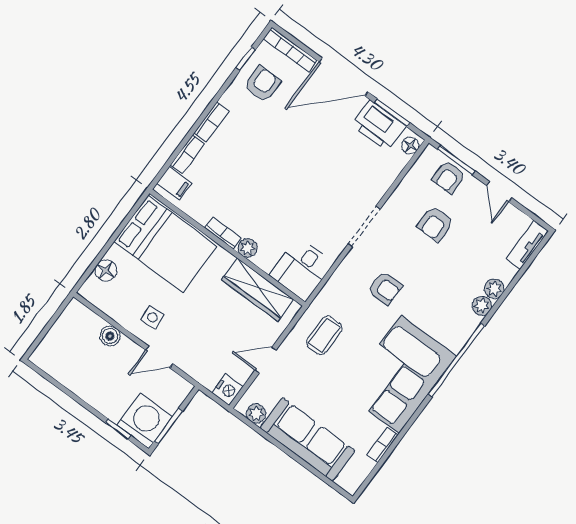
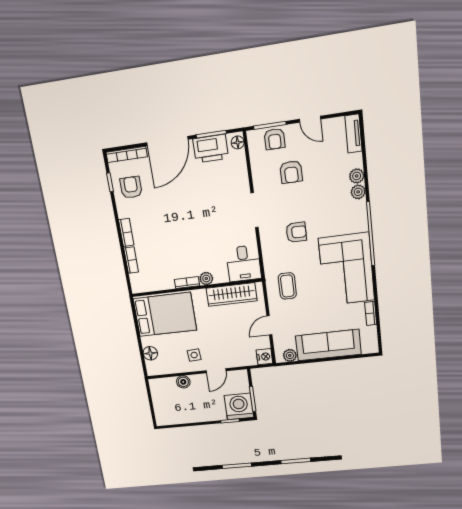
filing cabinet: (174, 183) -> (139, 281), removed

